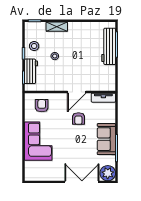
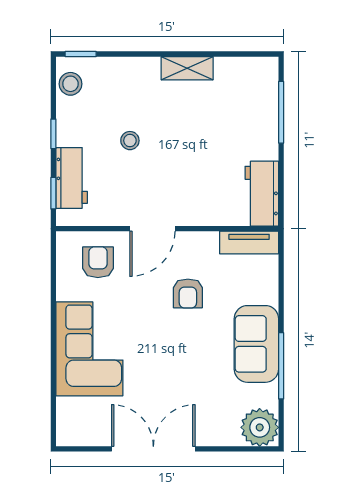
shelving: (57, 27) -> (187, 68), moved
stool: (34, 46) -> (70, 84), moved
workbench: (109, 46) -> (262, 194), moved, width x0.73
door: (77, 92) -> (152, 229), moved
double door: (82, 182) -> (153, 449), moved

